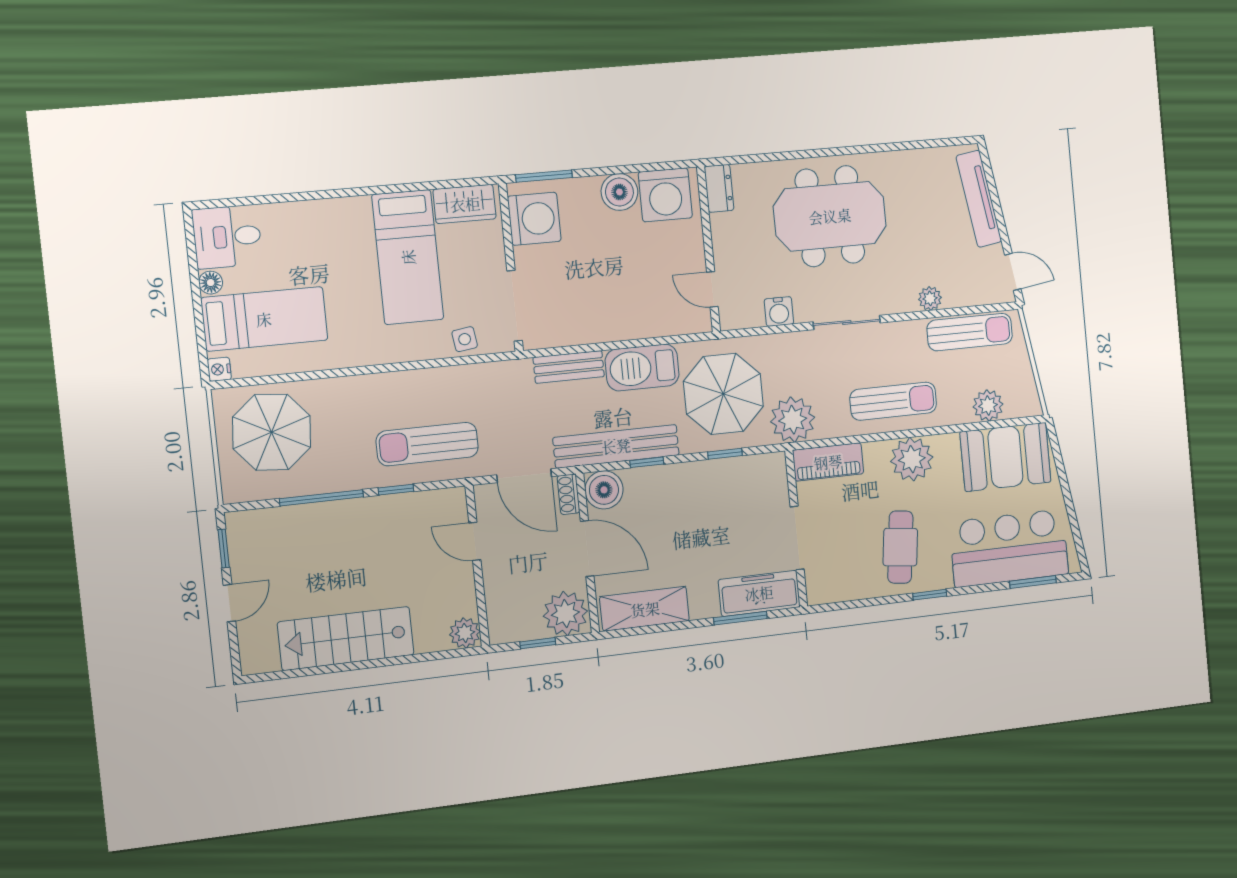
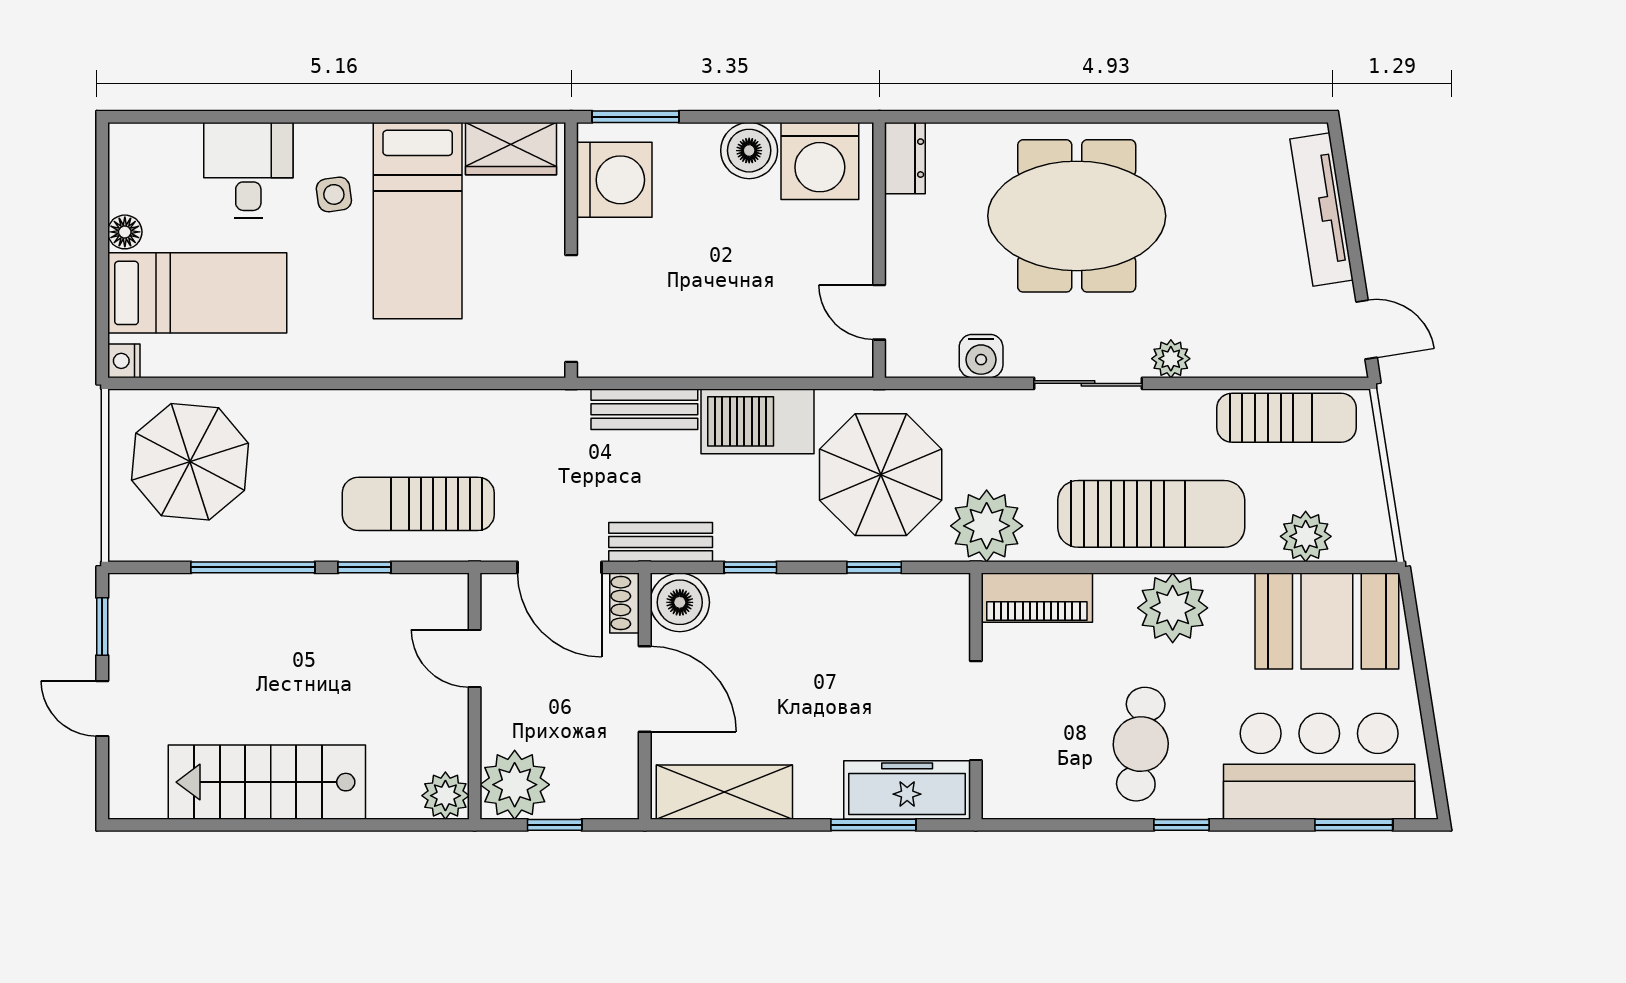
desk: (227, 237) -> (248, 170), moved, turned 90
plant: (930, 298) -> (1171, 359), moved
side table: (465, 339) -> (334, 194), moved
sun lounger: (893, 401) -> (1151, 514), width x1.36, depth x1.34
bench: (616, 446) -> (661, 542), width x0.54, depth x0.82
door: (230, 603) -> (102, 709), swing flipped
plant: (565, 614) -> (515, 785), moved

